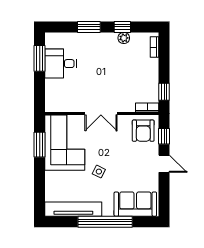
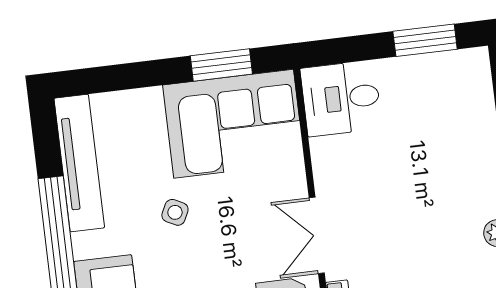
desk: (61, 64) -> (341, 98), moved, turned -90
double door: (101, 113) -> (317, 235), moved

